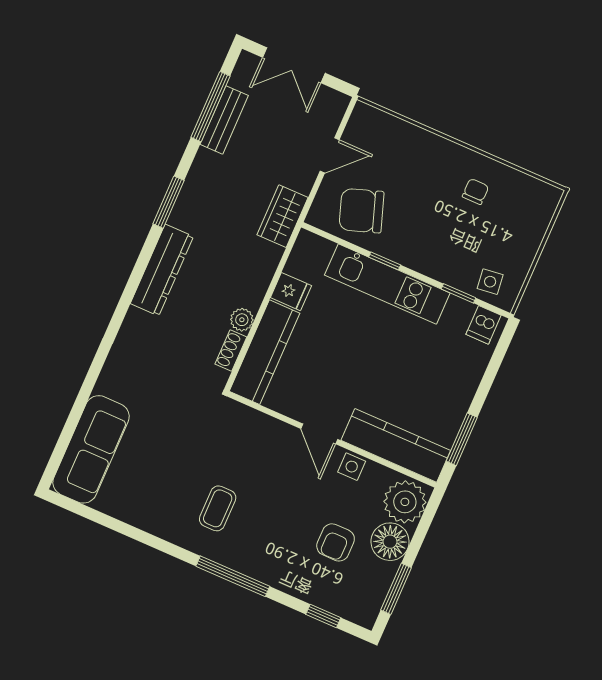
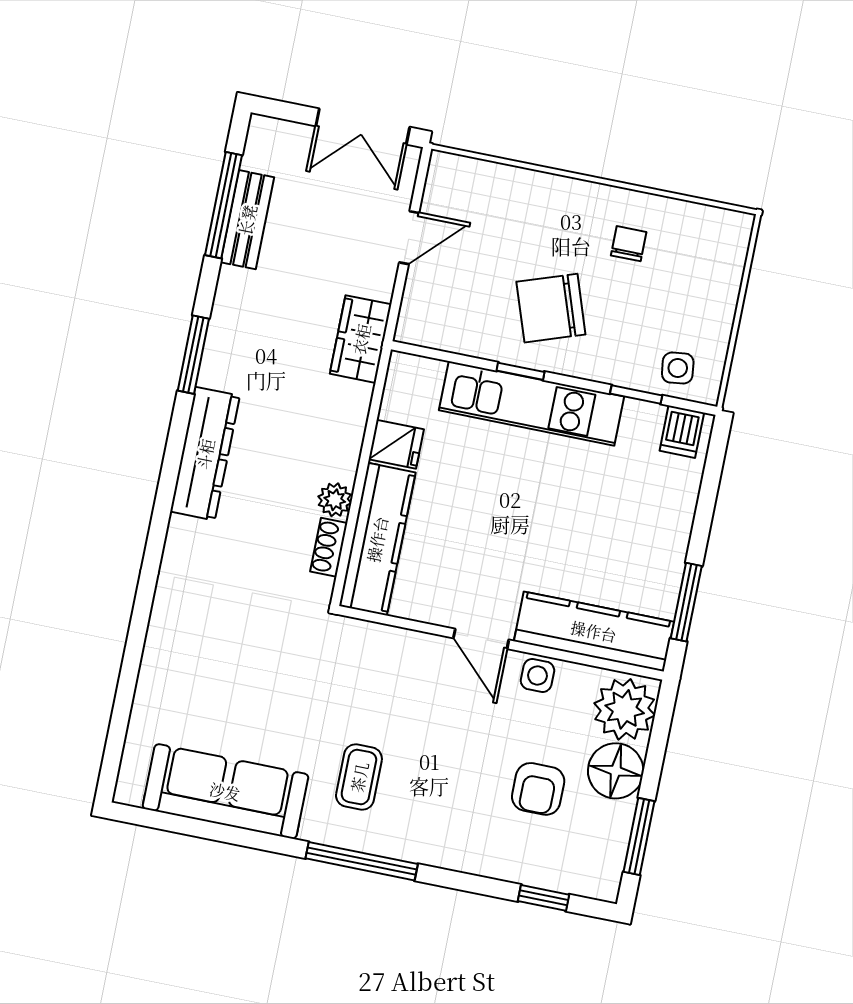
double door: (294, 65) -> (363, 127), moved
chair: (362, 211) -> (551, 308), moved
sofa: (91, 449) -> (225, 791), moved, turned -90
window: (233, 576) -> (362, 861), moved

